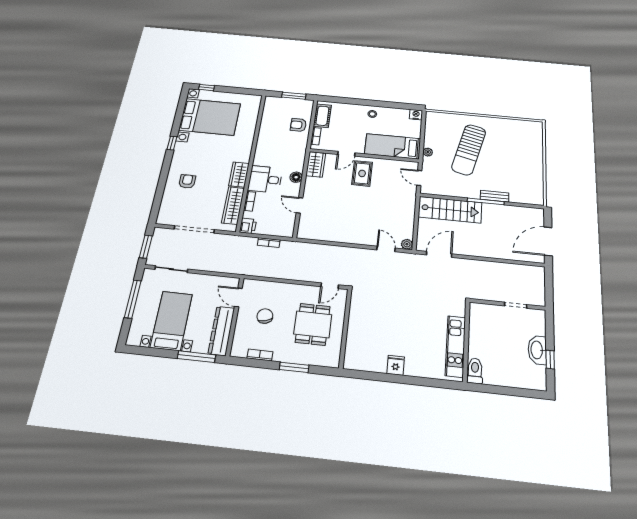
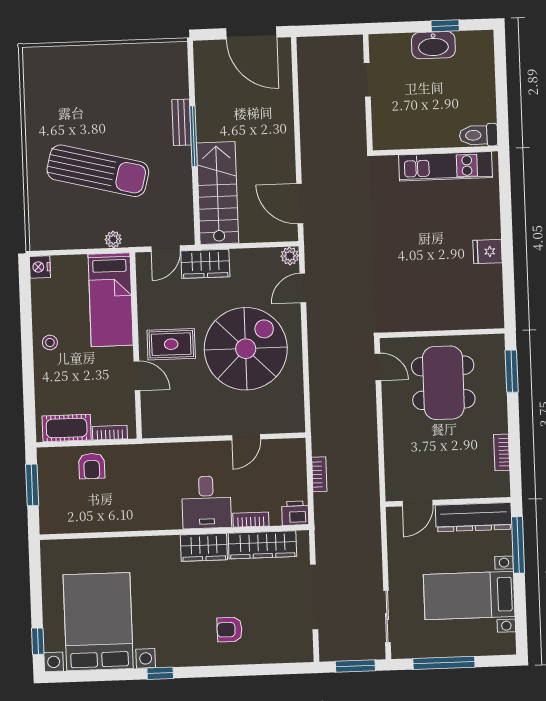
wardrobe: (316, 164) -> (205, 264), moved, turned 180
floor lamp: (296, 177) -> (195, 452), removed
spiral stairs: (353, 212) -> (246, 349), added
chair: (265, 316) -> (441, 457), removed
dining table: (313, 324) -> (443, 383), width x1.38
window: (294, 367) -> (512, 371), moved

